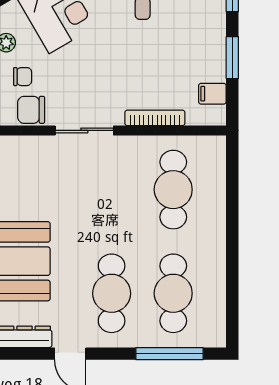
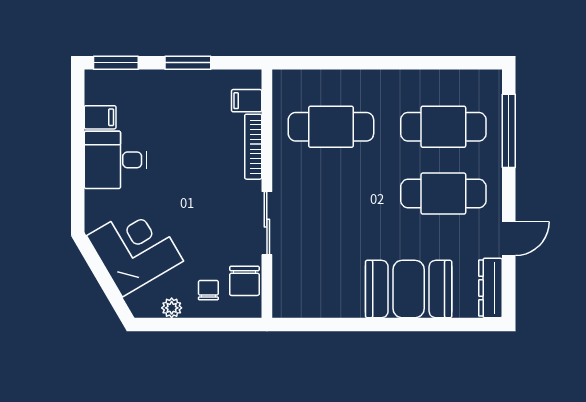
filing cabinet: (212, 94) -> (247, 101), moved, turned 90

